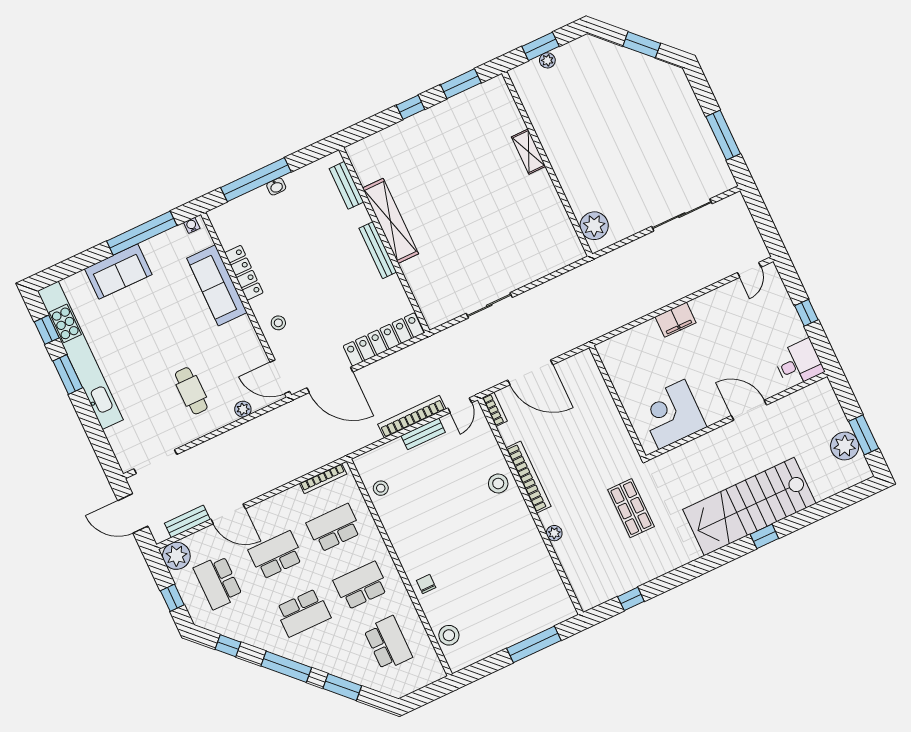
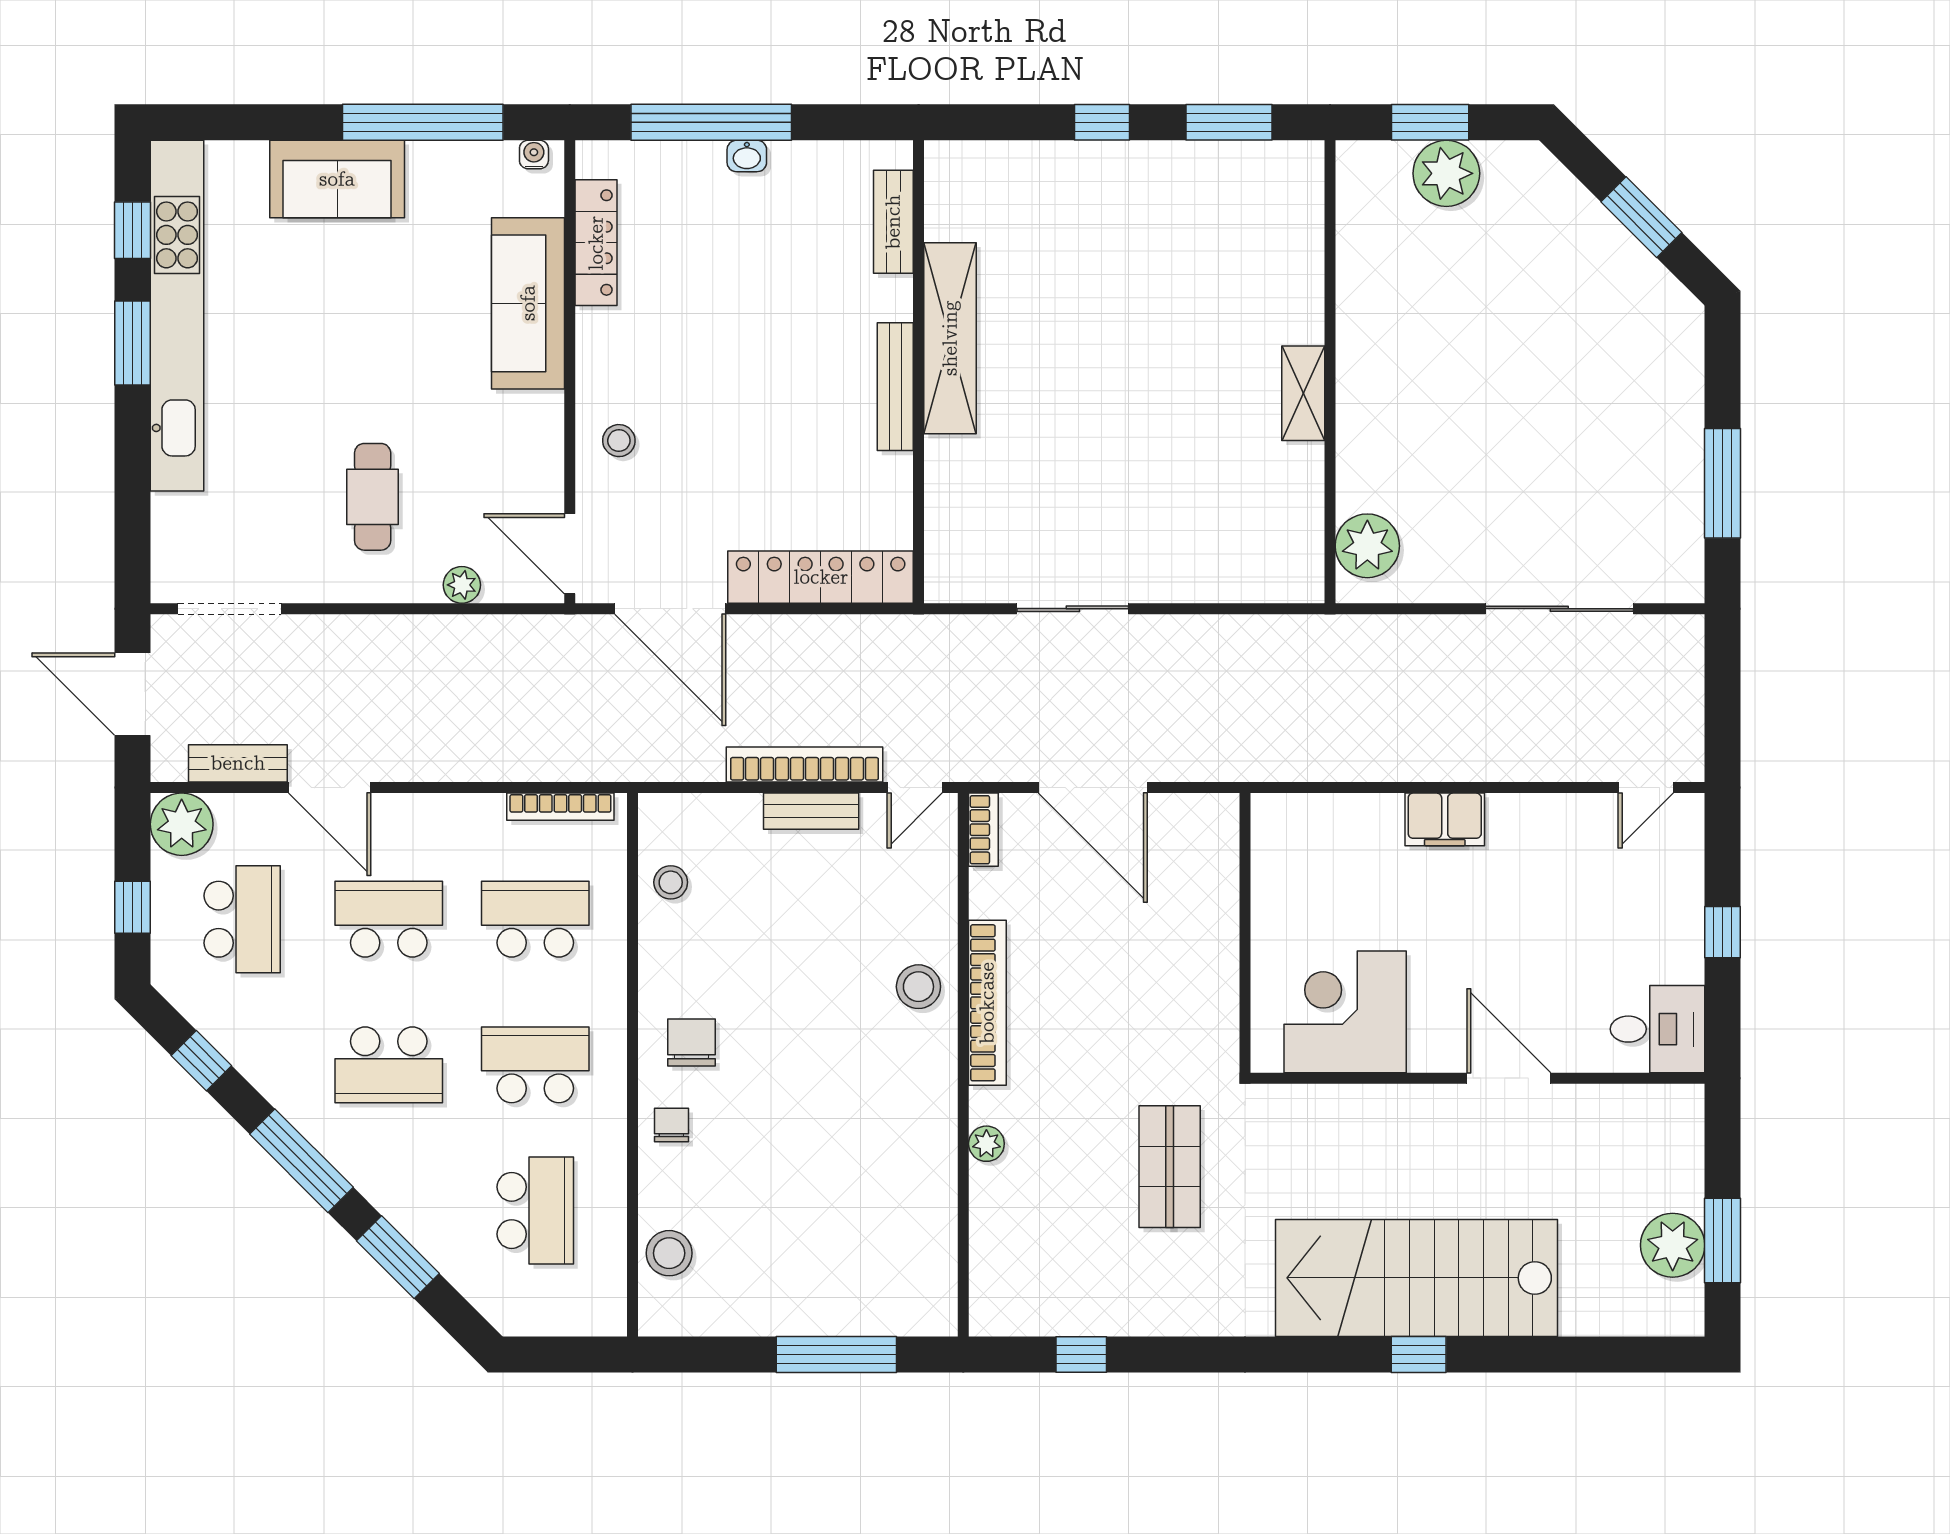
plant: (547, 60) -> (1446, 173), width x1.88, depth x1.88
shelving: (528, 152) -> (1303, 393), moved
locker: (244, 273) -> (596, 243), moved
chair: (419, 548) -> (691, 1043), added
school desk: (218, 582) -> (242, 919), turned 180

